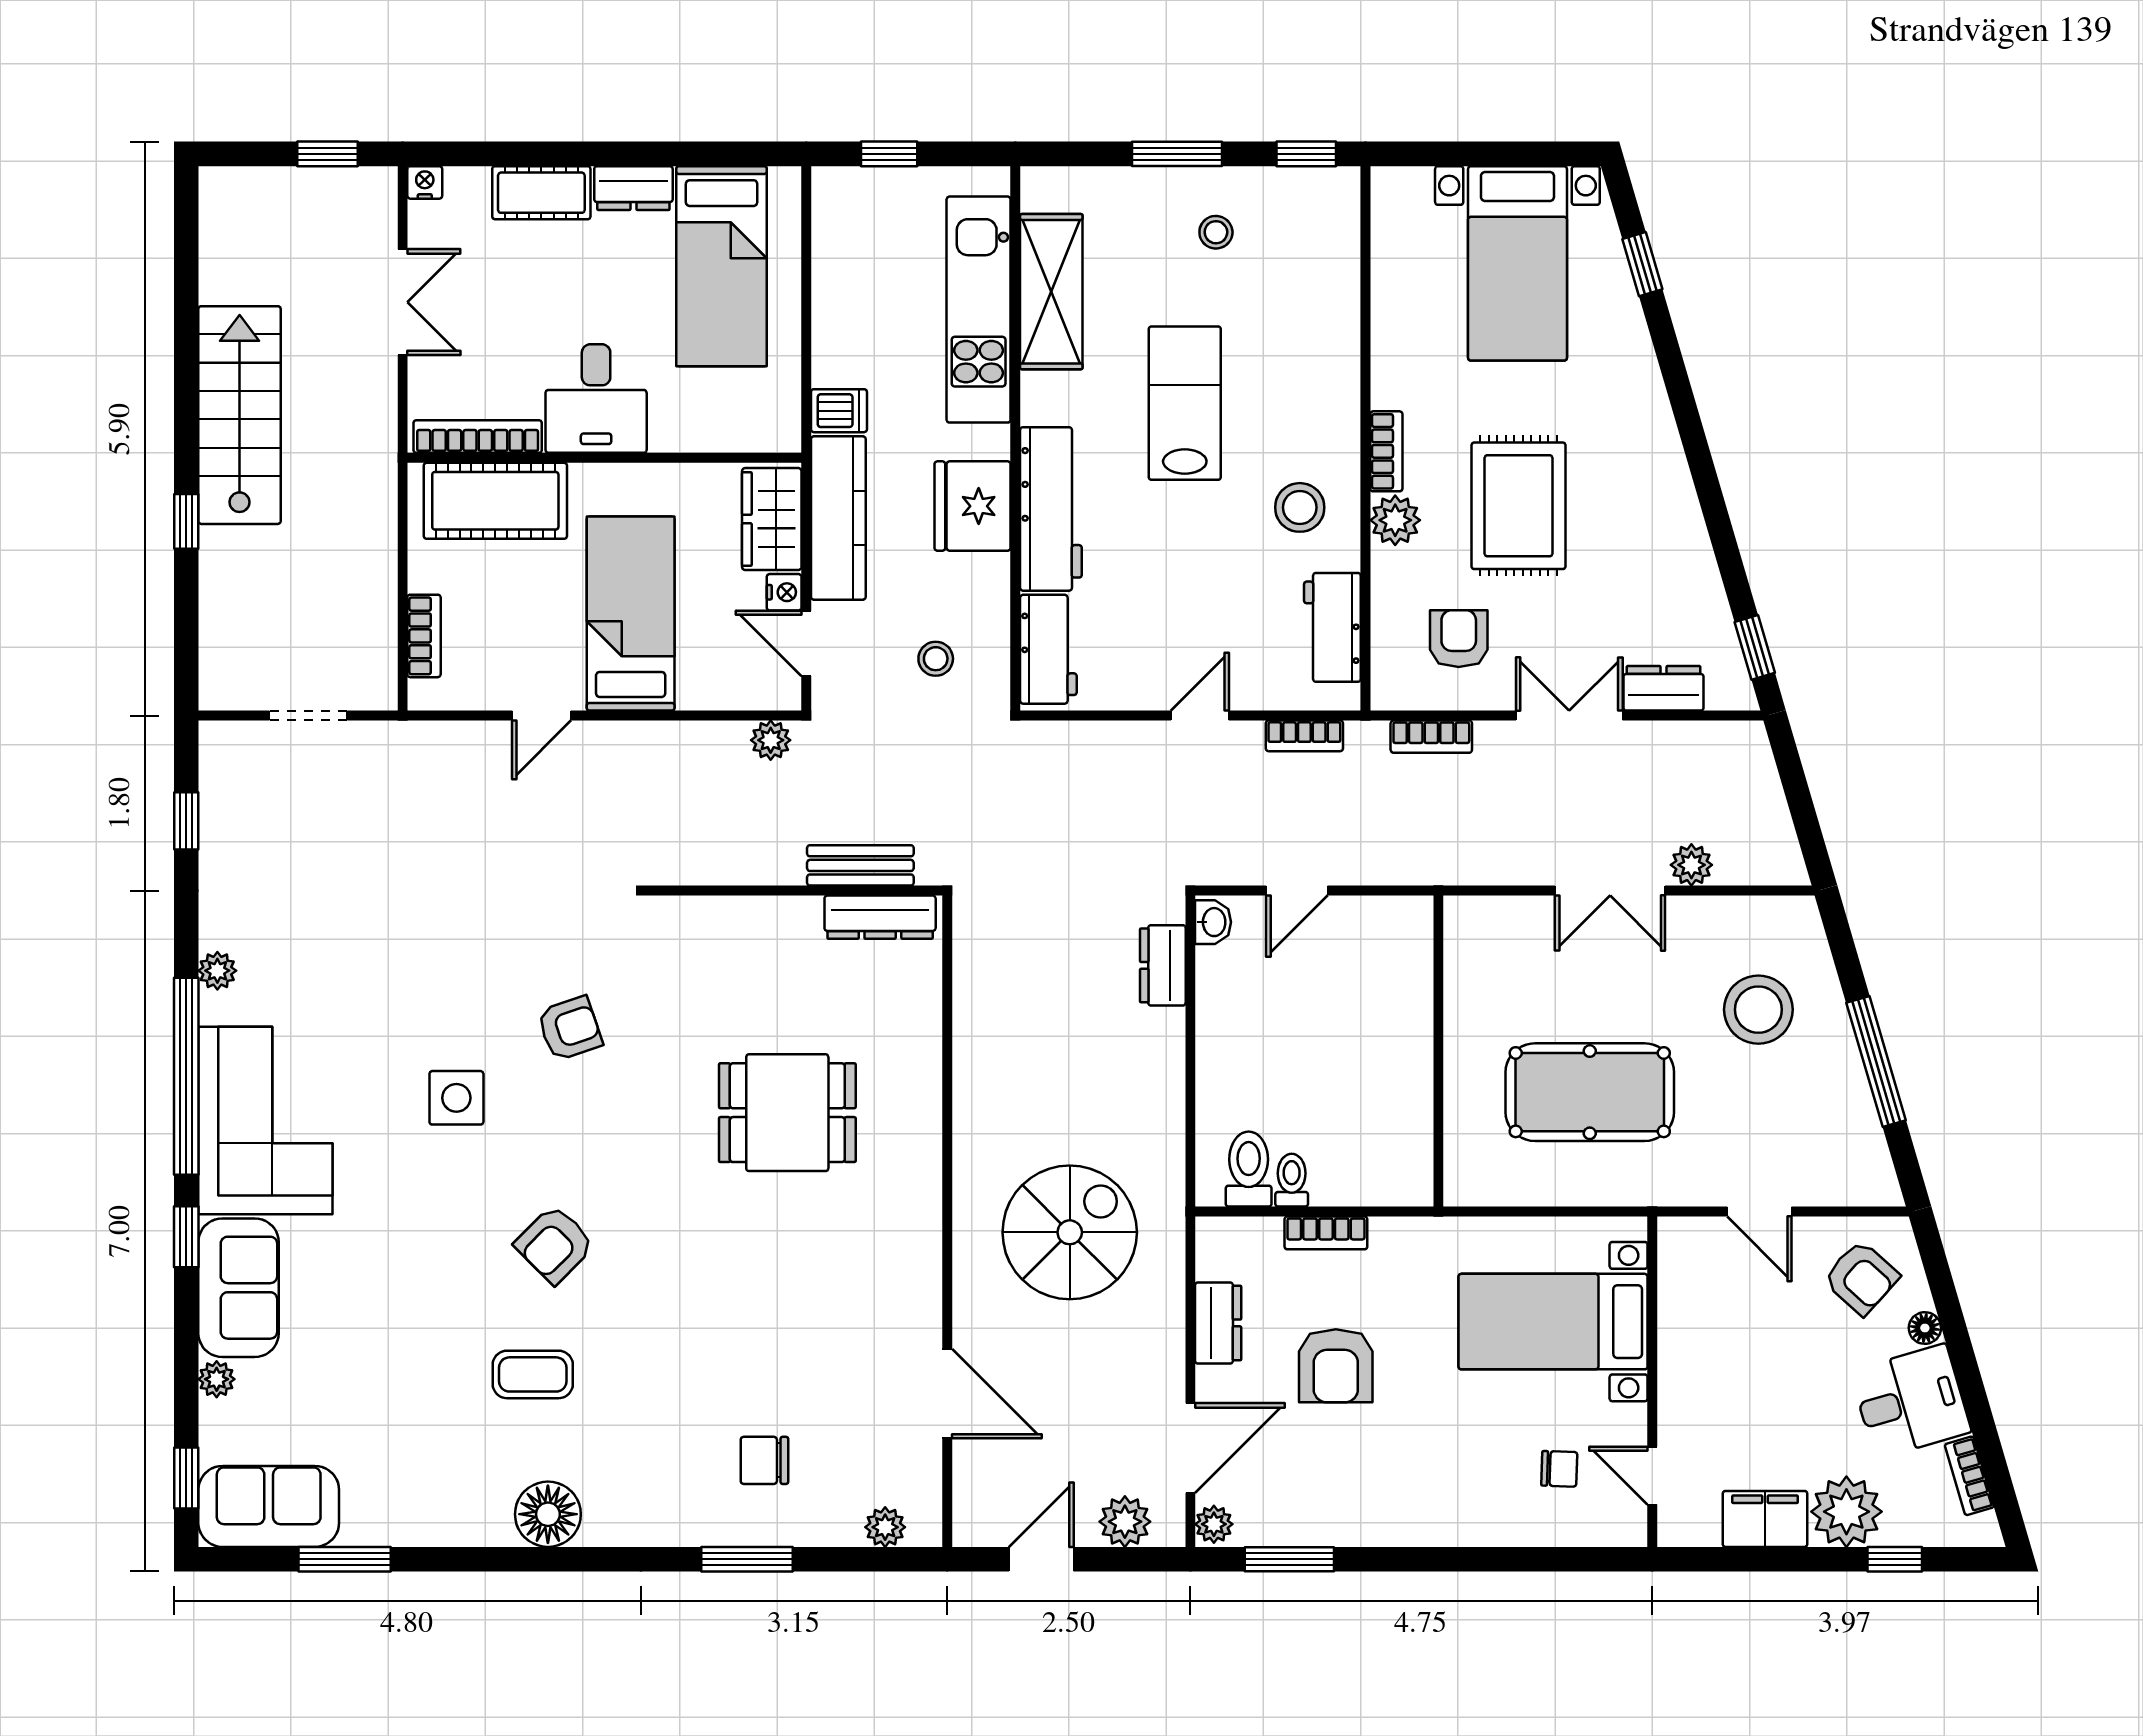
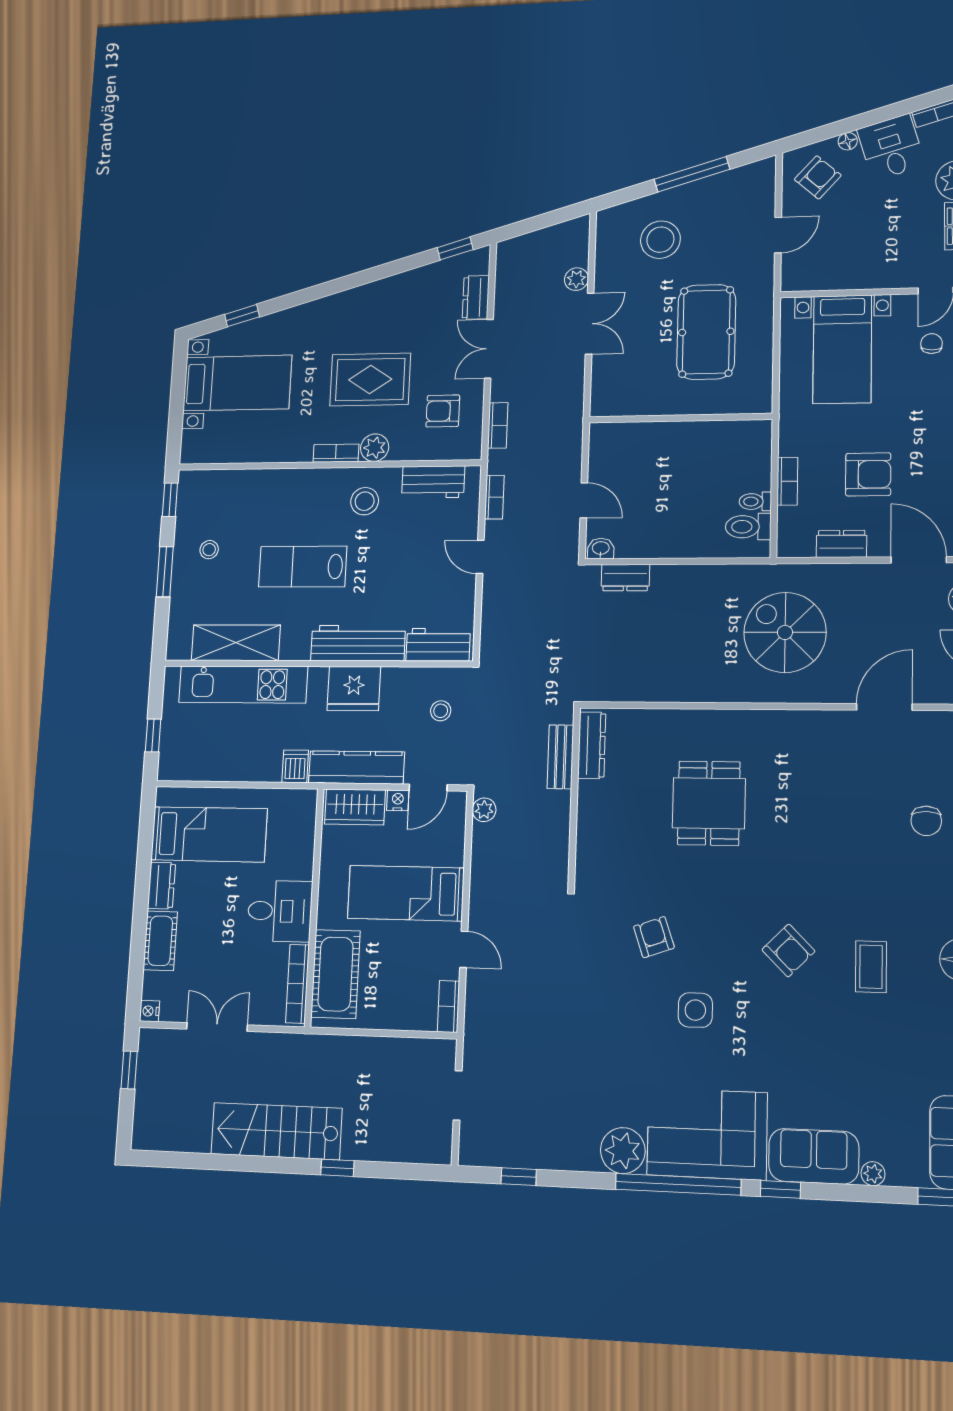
bookcase: (424, 636) -> (448, 1007), moved, turned -90
plant: (217, 971) -> (623, 1151), width x1.88, depth x1.88

